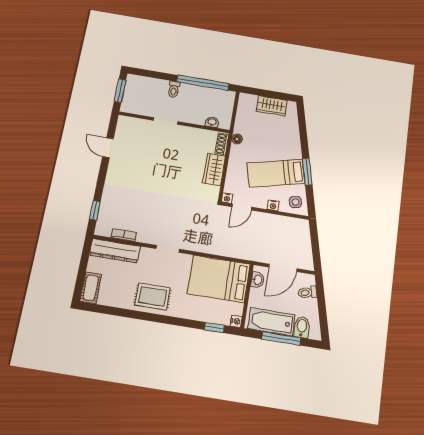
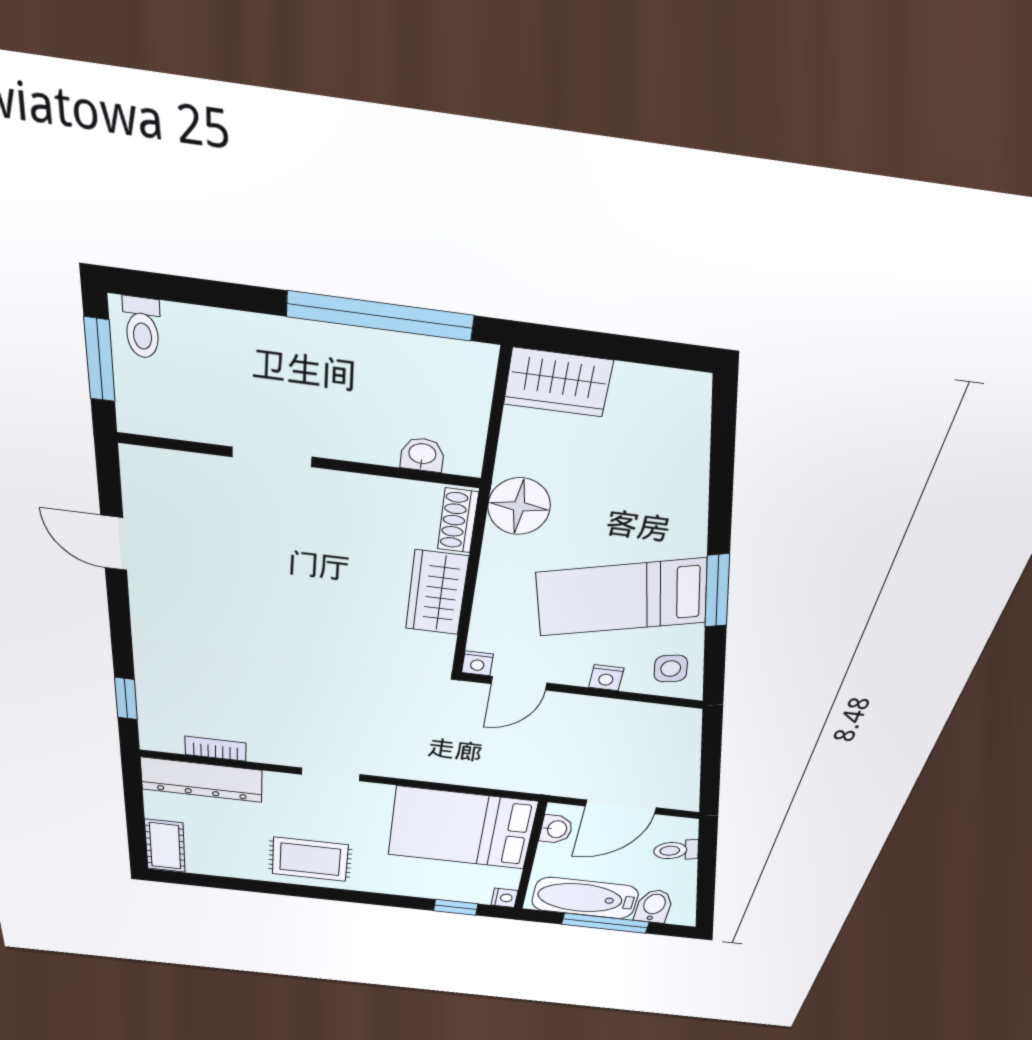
toilet: (174, 89) -> (142, 328), moved
wardrobe: (272, 106) -> (558, 382), moved
floor lamp: (237, 139) -> (519, 506), width x1.89, depth x1.89

